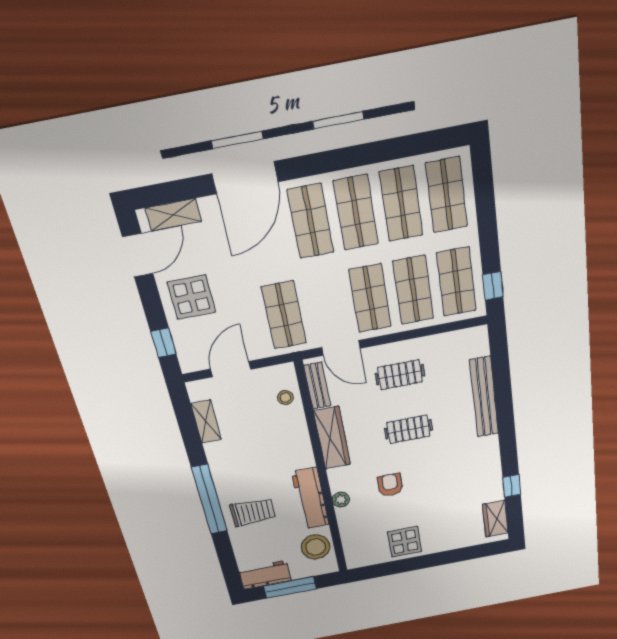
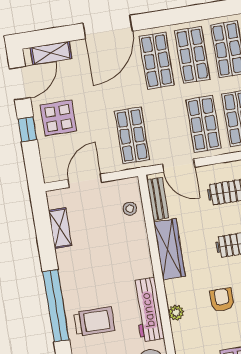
window: (163, 343) -> (27, 129), moved

